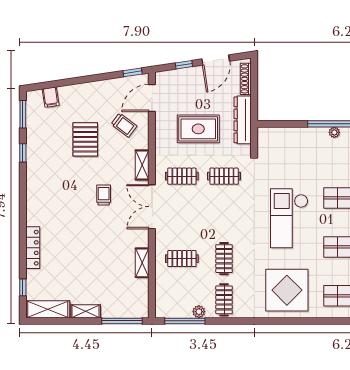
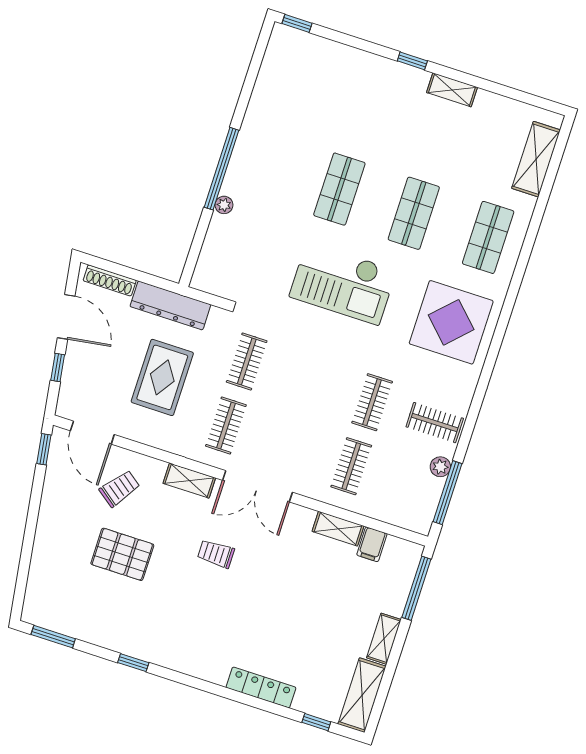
filing cabinet: (51, 97) -> (372, 544), moved, turned 98
plant: (334, 132) -> (224, 205), moved
window: (23, 153) -> (133, 663), moved
clothes rail: (224, 259) -> (372, 402), turned 90

